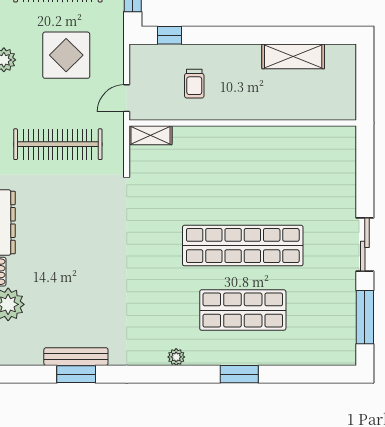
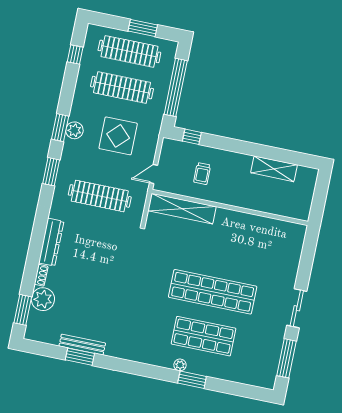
shelving: (151, 135) -> (182, 209), width x2.20, depth x1.33
plant: (176, 357) -> (180, 365), moved

